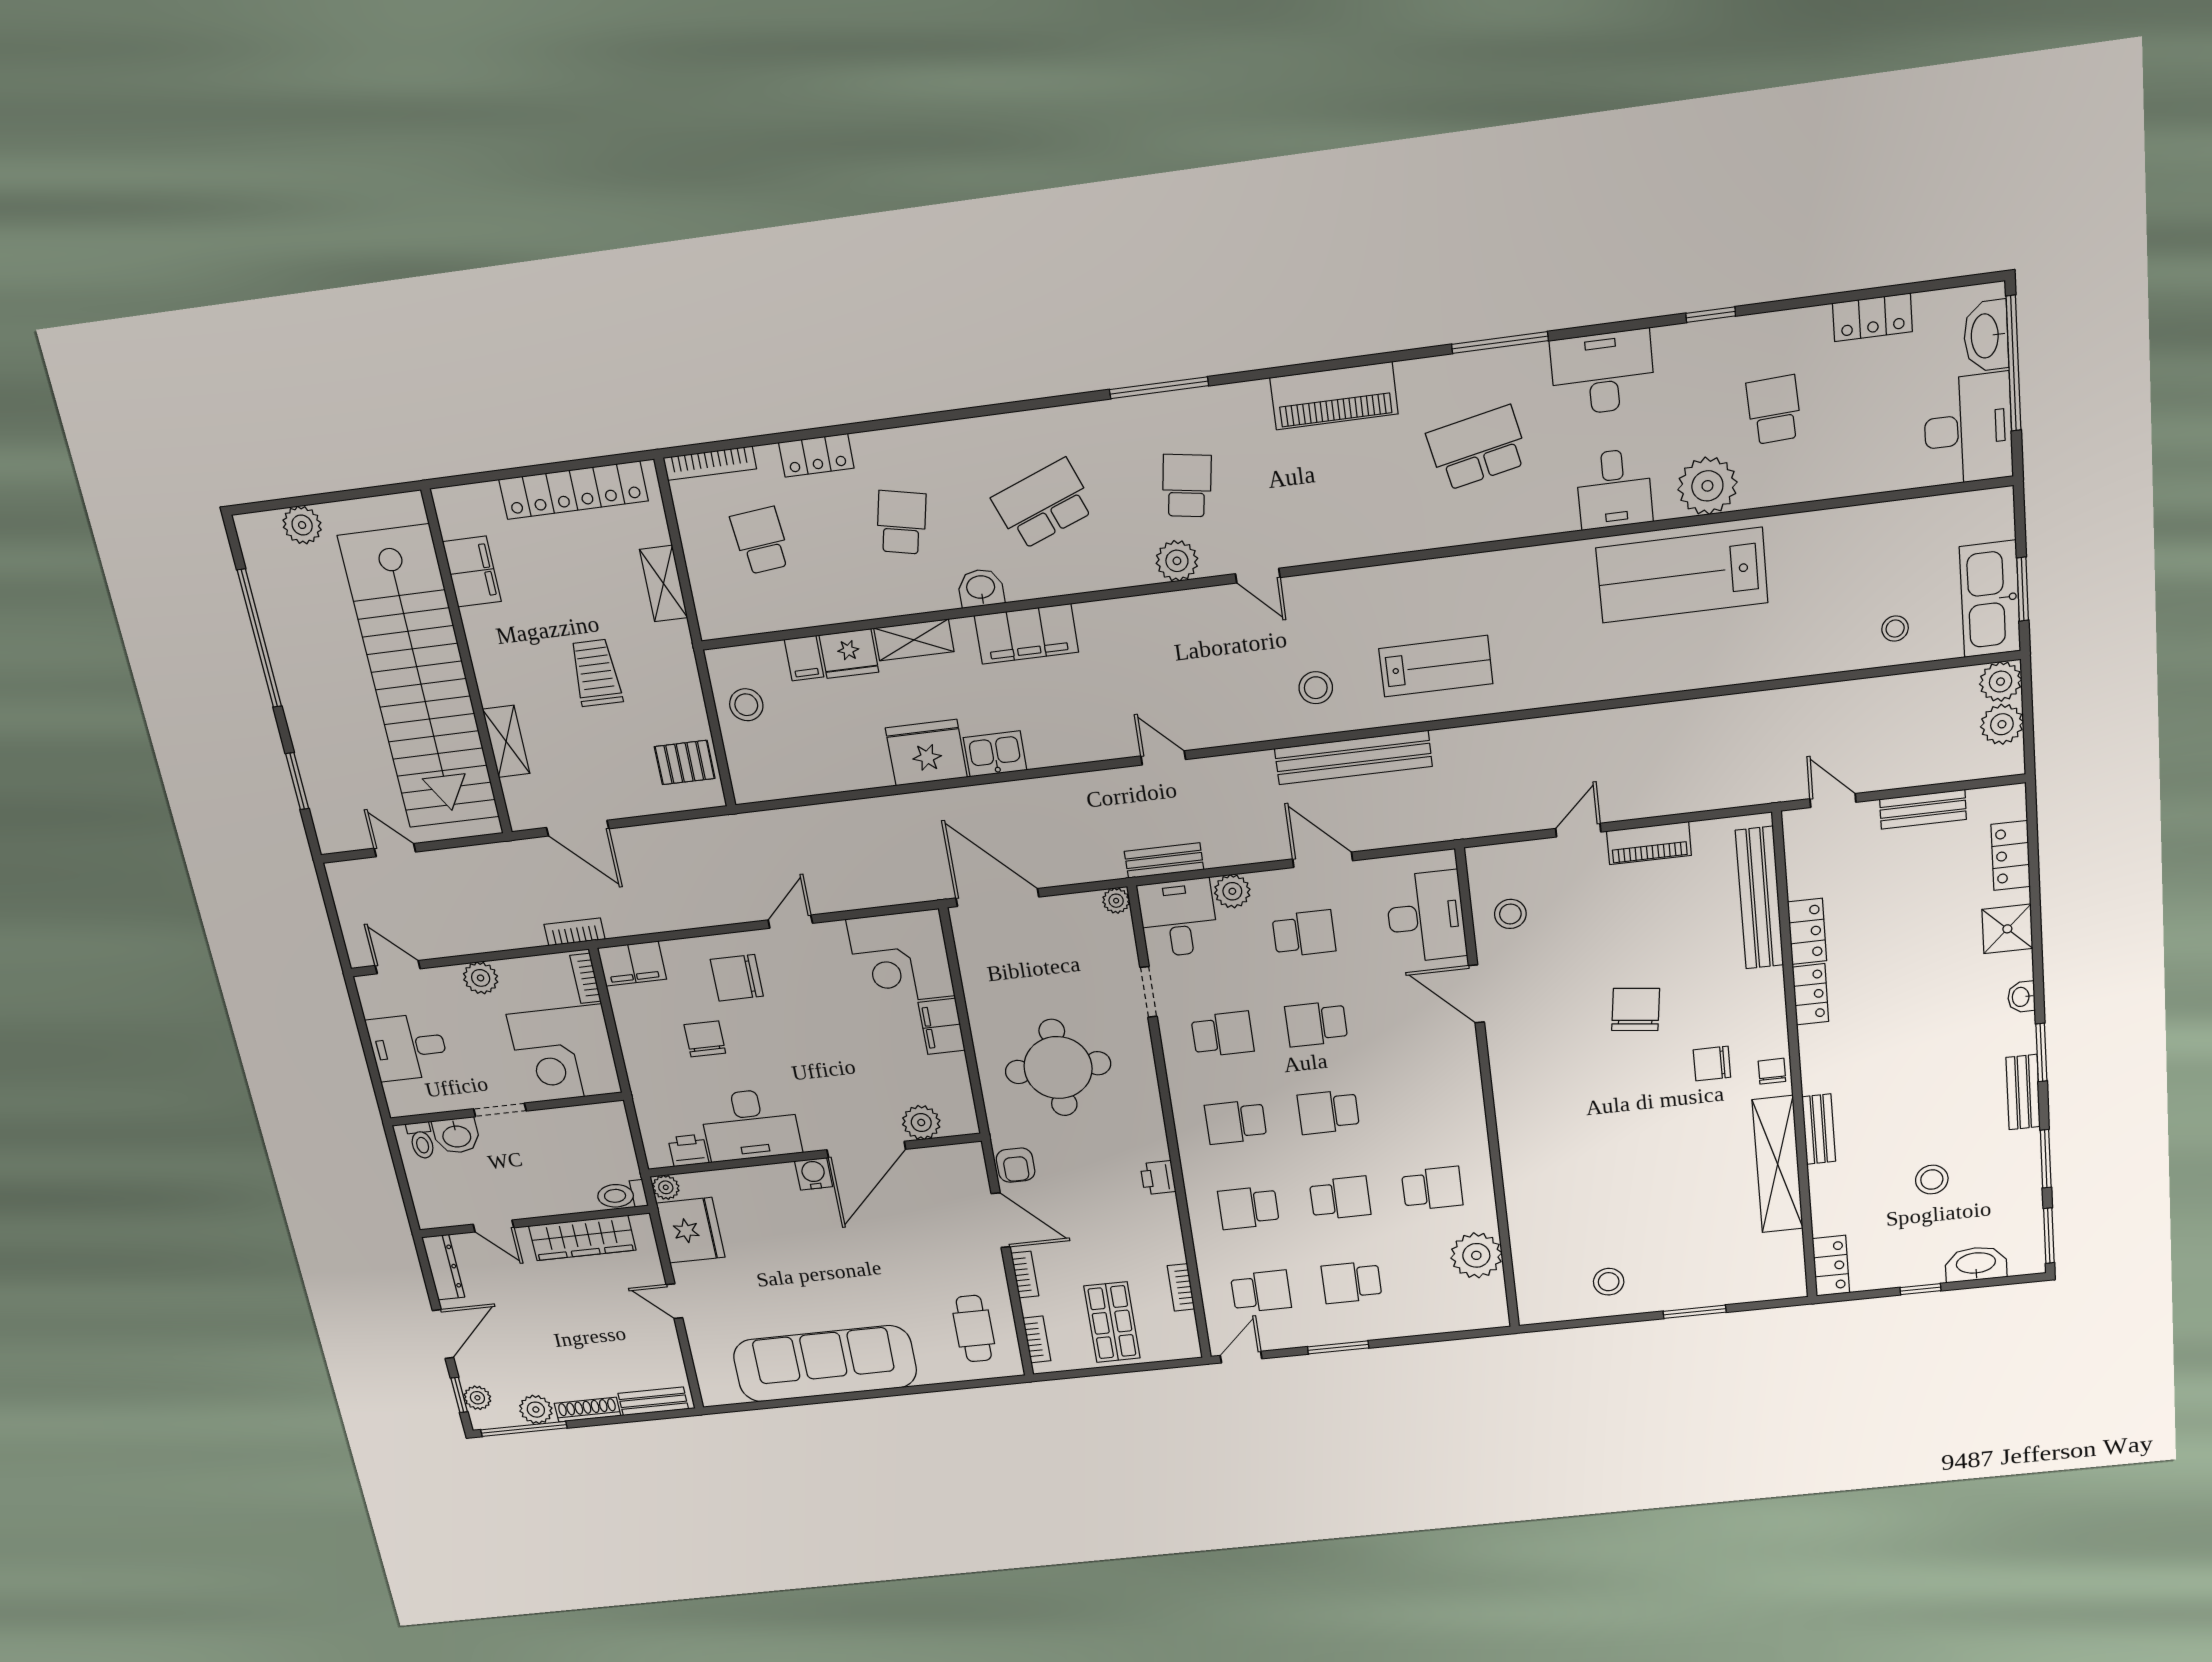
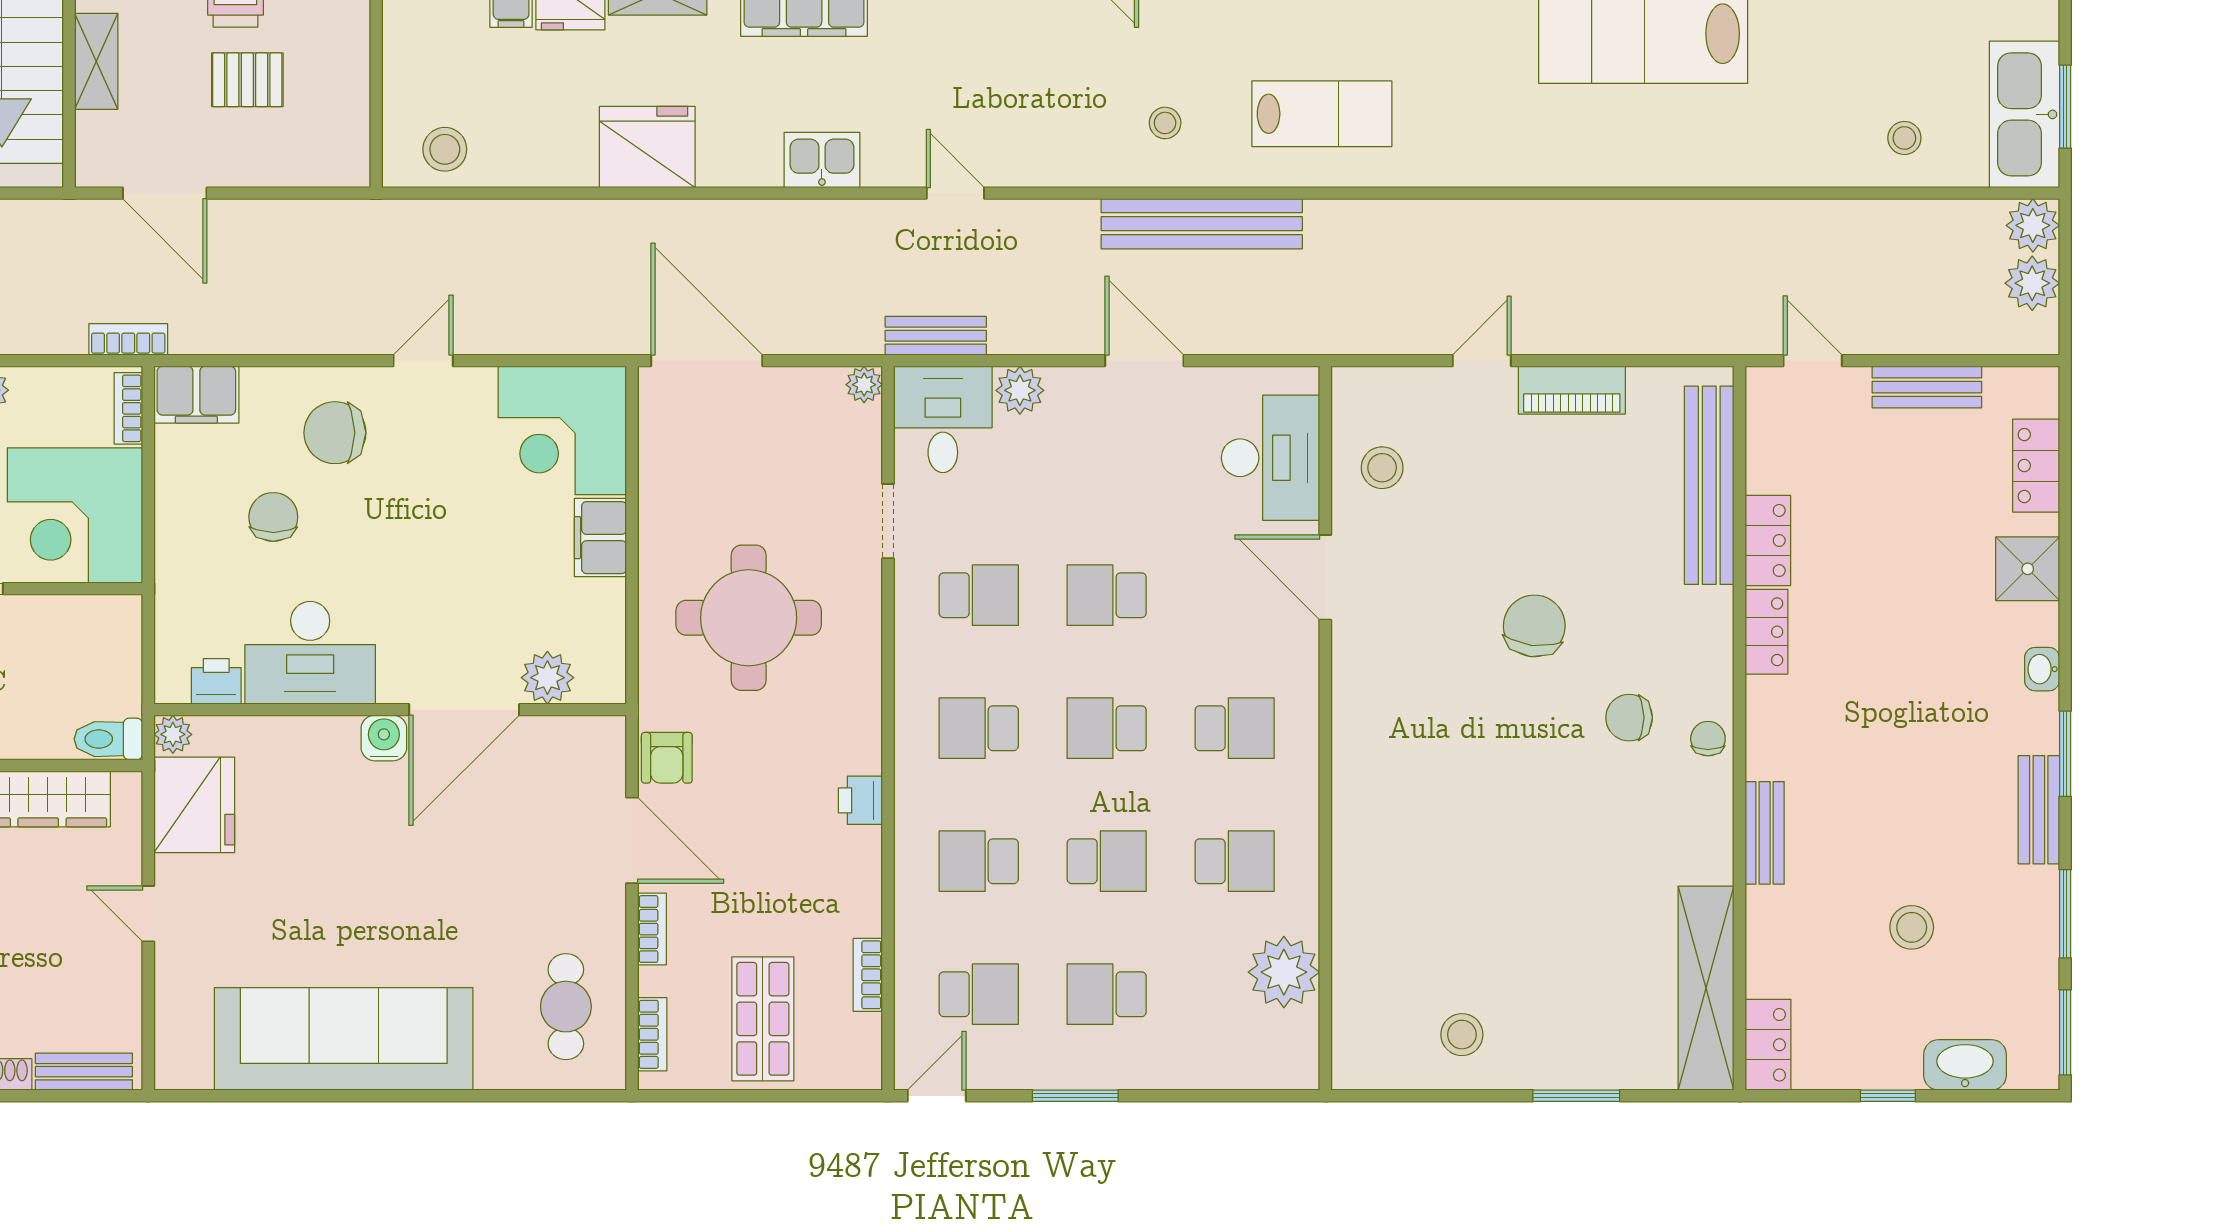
stool: (1316, 688) -> (1165, 123), width x0.73, depth x0.73
stool: (746, 705) -> (445, 149), moved
kitchen sink: (995, 754) -> (822, 160), moved
pallet: (685, 762) -> (247, 80), moved
school desk: (1304, 934) -> (1235, 728), moved
shelving: (1778, 1164) -> (1706, 988), moved

